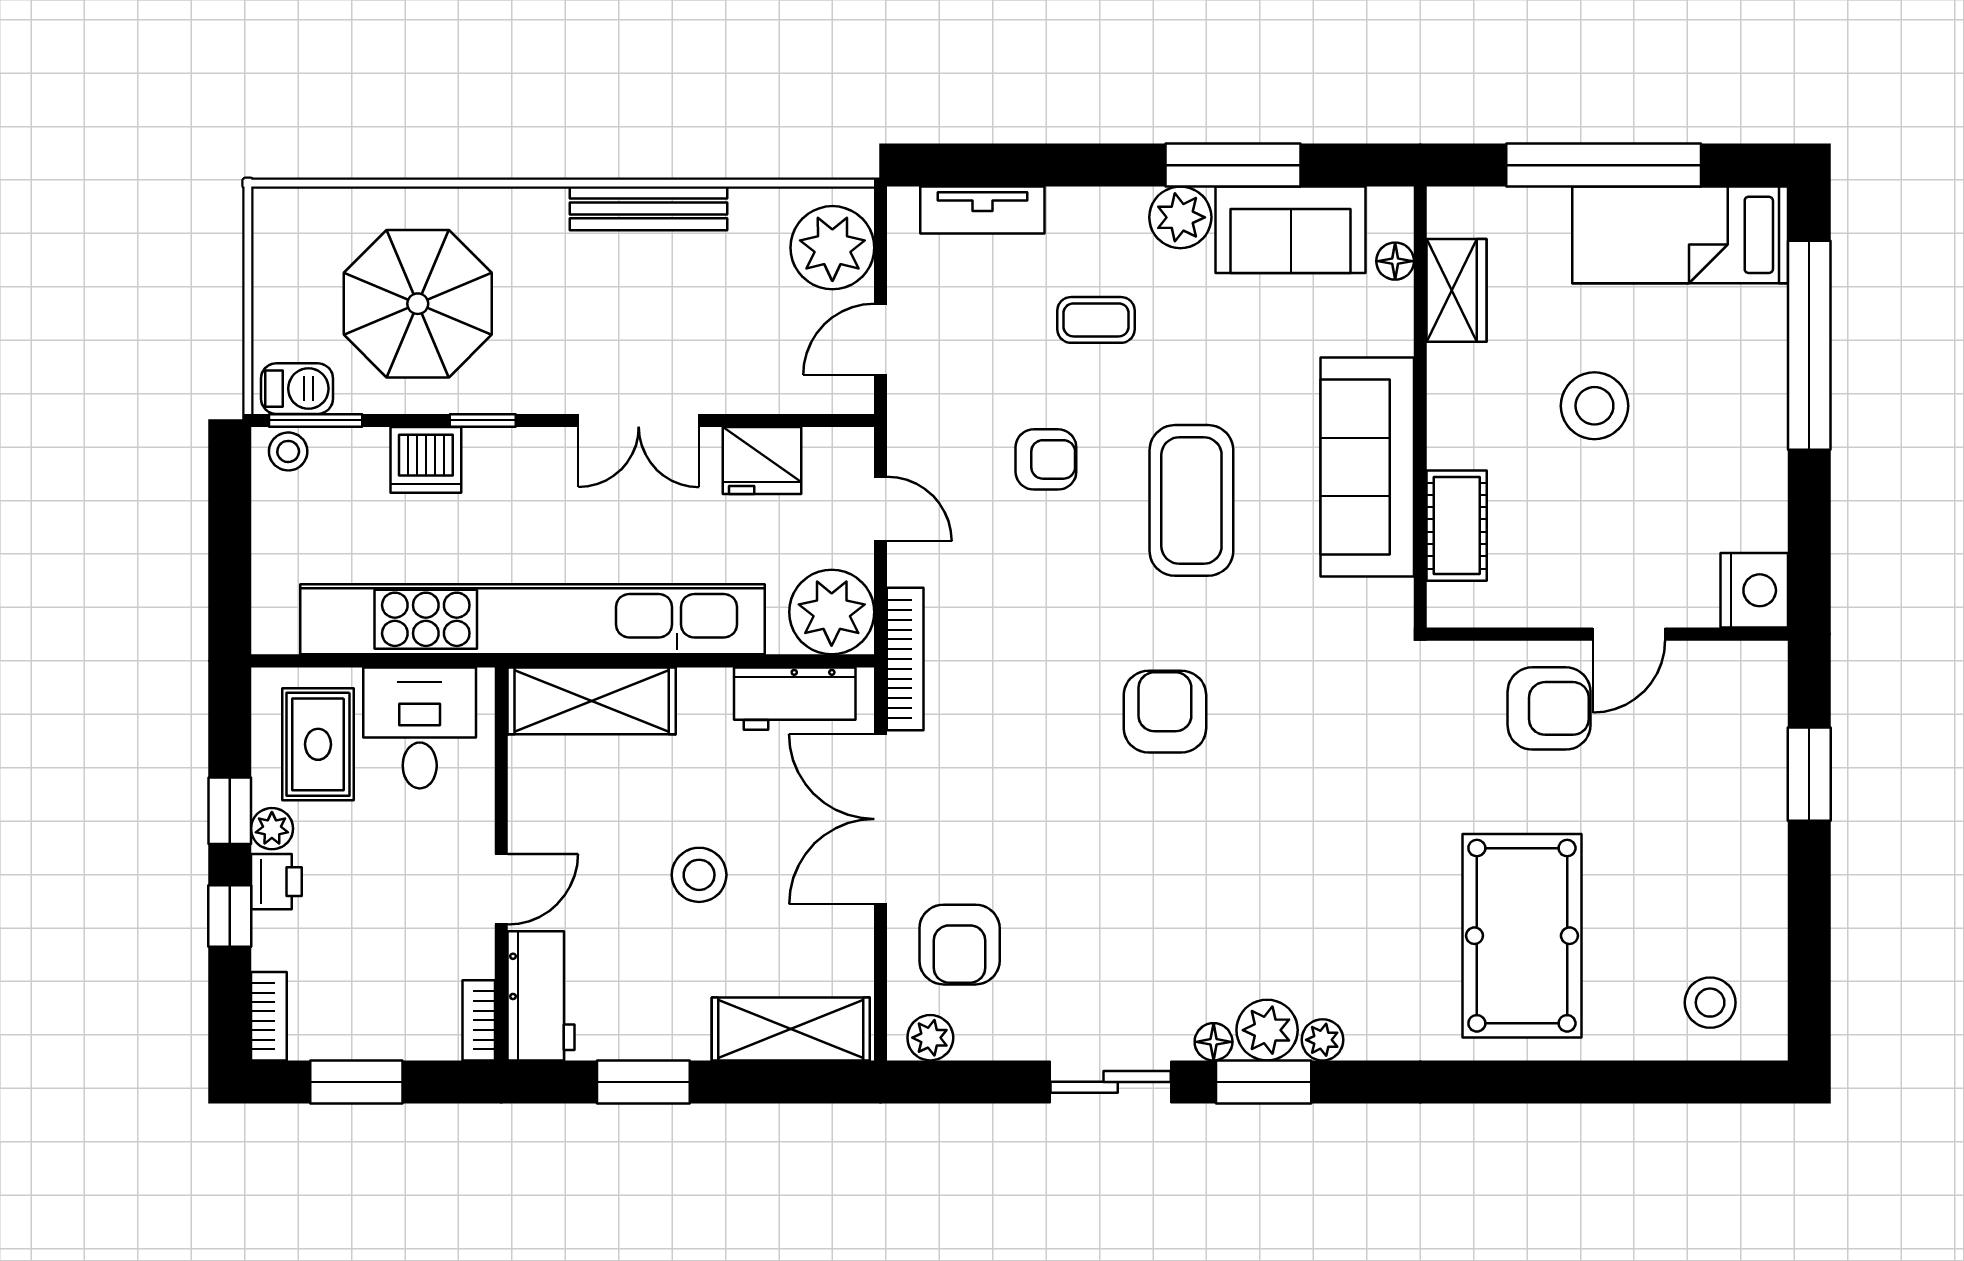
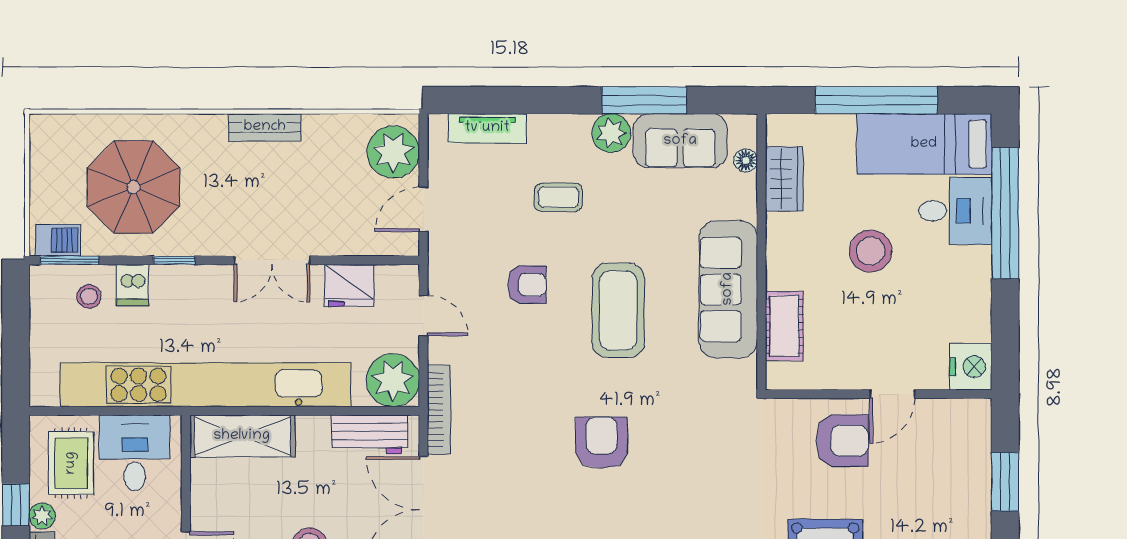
bench: (649, 208) -> (265, 127), width x0.73
desk: (1730, 342) -> (955, 211), added
stool: (288, 451) -> (89, 296), moved
dishwasher: (426, 460) -> (133, 285), width x0.73

